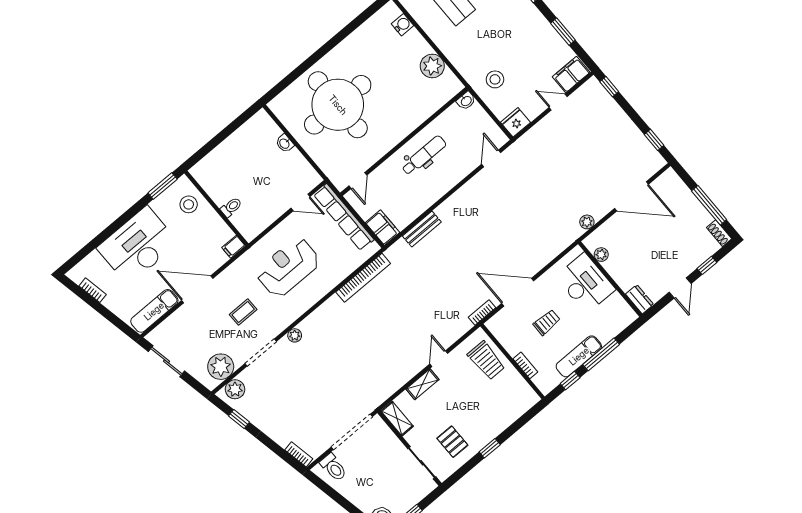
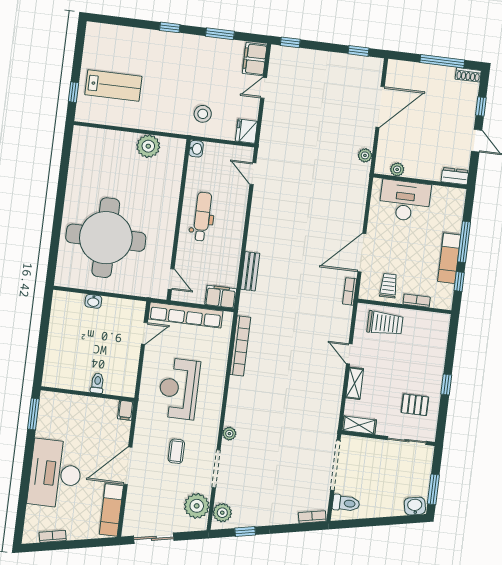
water cooler: (402, 25) -> (99, 136), removed
stool: (189, 204) -> (65, 410), removed
trolley: (547, 322) -> (389, 286), moved

